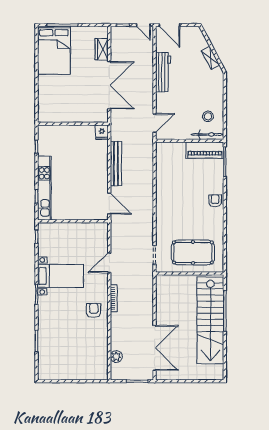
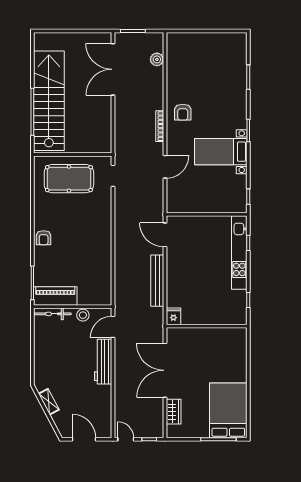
door: (170, 25) -> (84, 439), moved
workbench: (163, 72) -> (103, 362), moved
stool: (208, 116) -> (83, 315), moved

